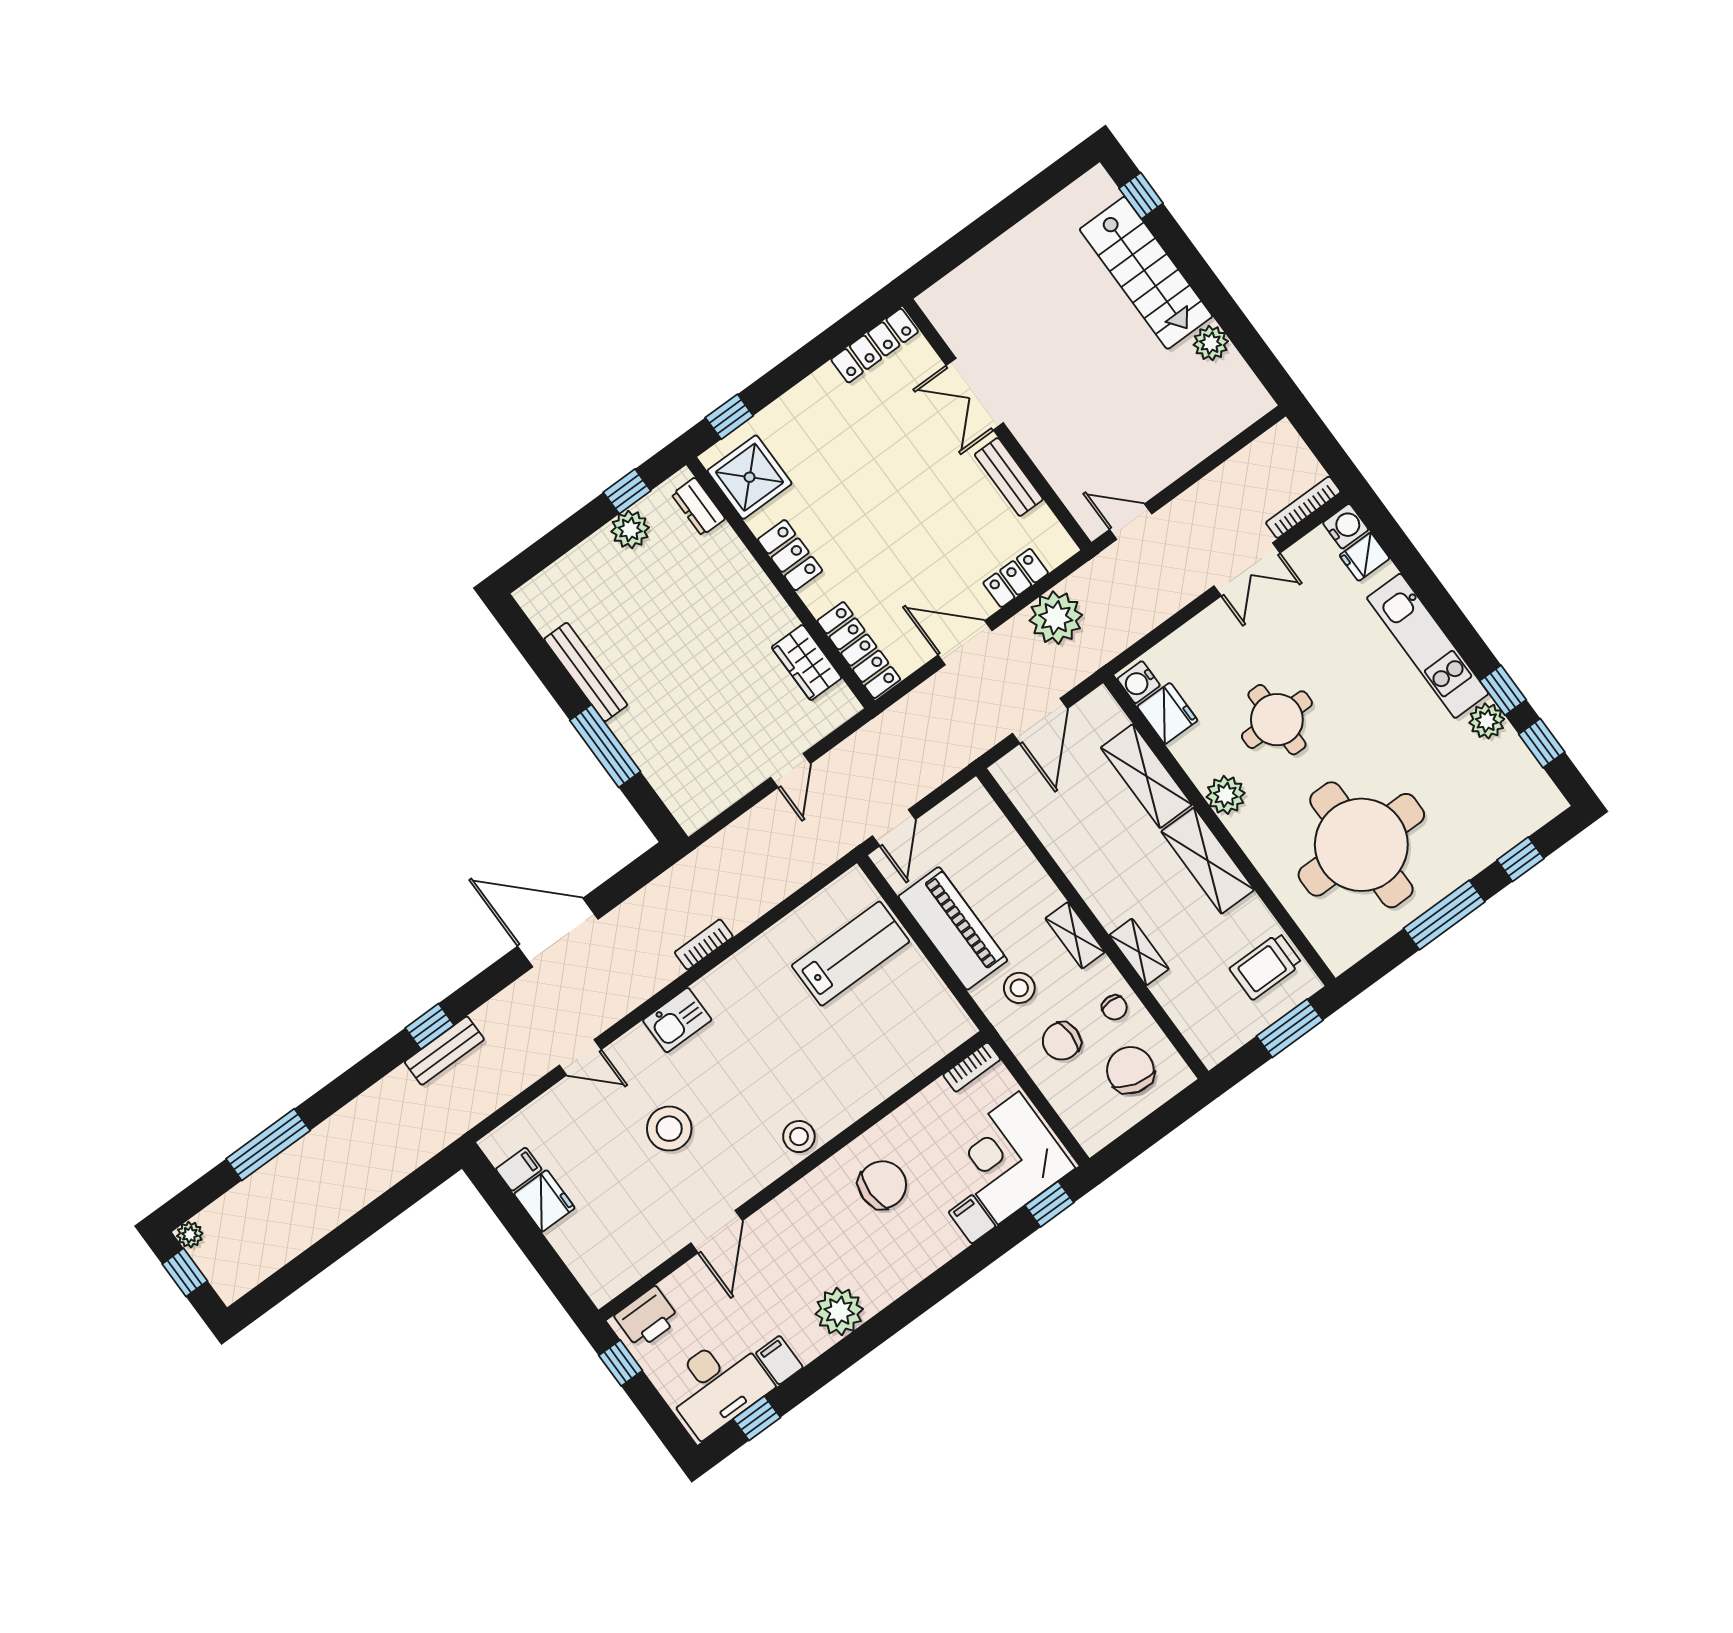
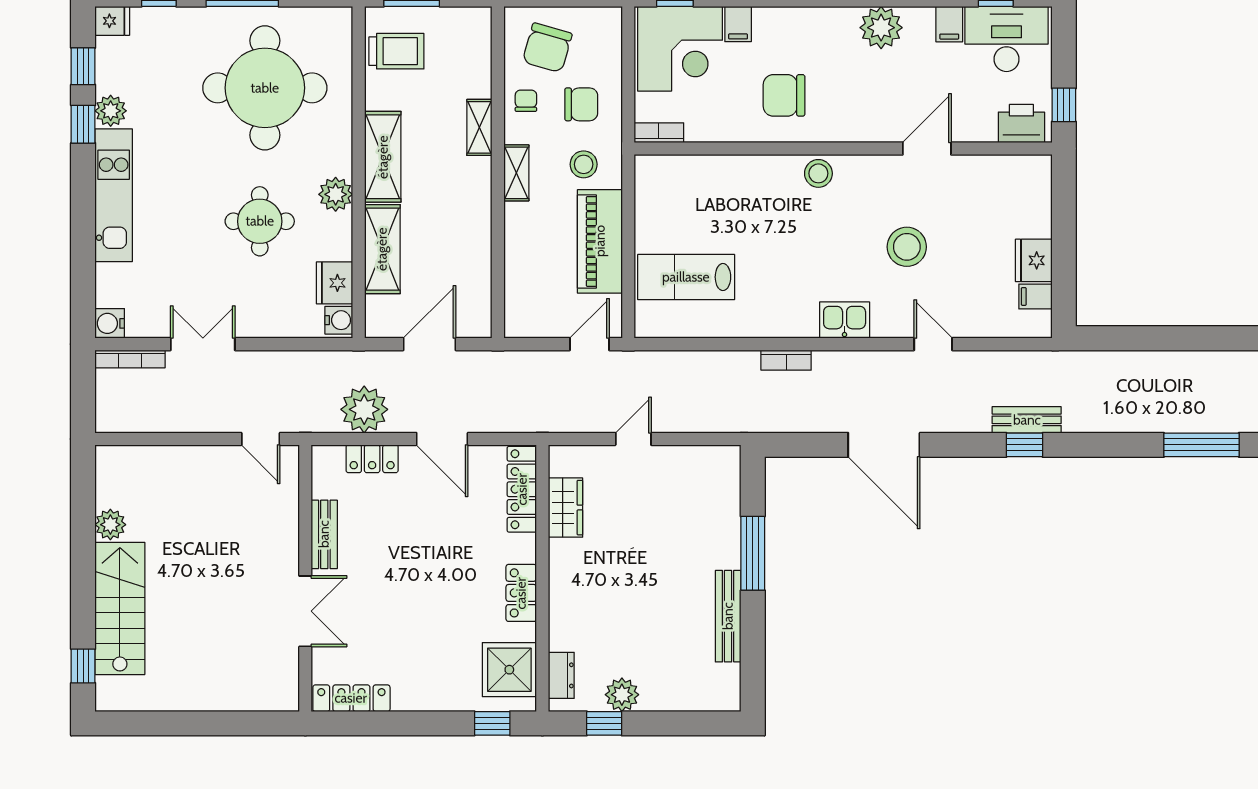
fridge: (1364, 557) -> (112, 21), moved

